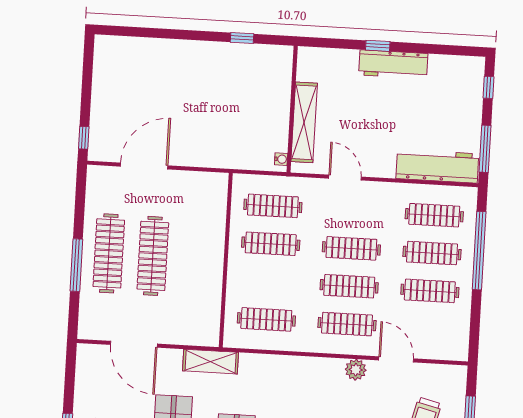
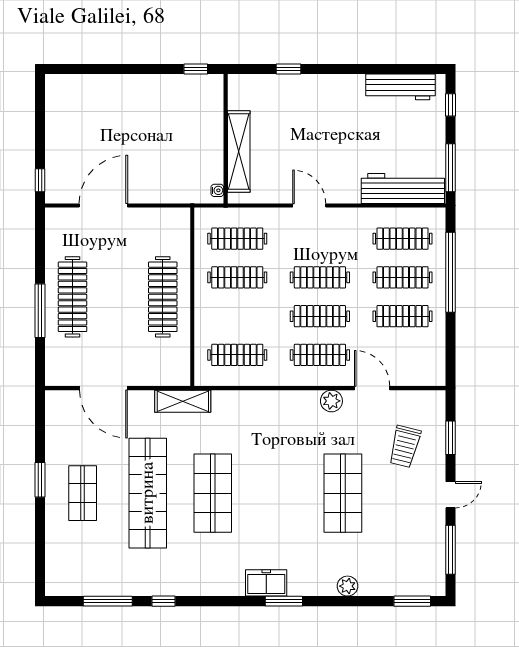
window: (378, 46) -> (288, 69), moved
workbench: (393, 64) -> (401, 87), moved
wall: (292, 109) -> (226, 139), moved
shelving: (304, 122) -> (239, 152), moved
water cooler: (281, 159) -> (217, 190), moved
clothes rail: (153, 256) -> (163, 297), moved

